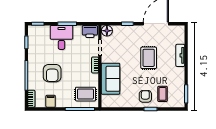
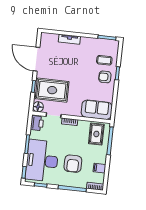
desk: (62, 37) -> (42, 161), width x1.87, depth x1.30
rug: (149, 58) -> (52, 90), moved, width x1.36, depth x1.43
armchair: (52, 73) -> (73, 164), turned 90
sofa: (111, 79) -> (97, 110), moved

